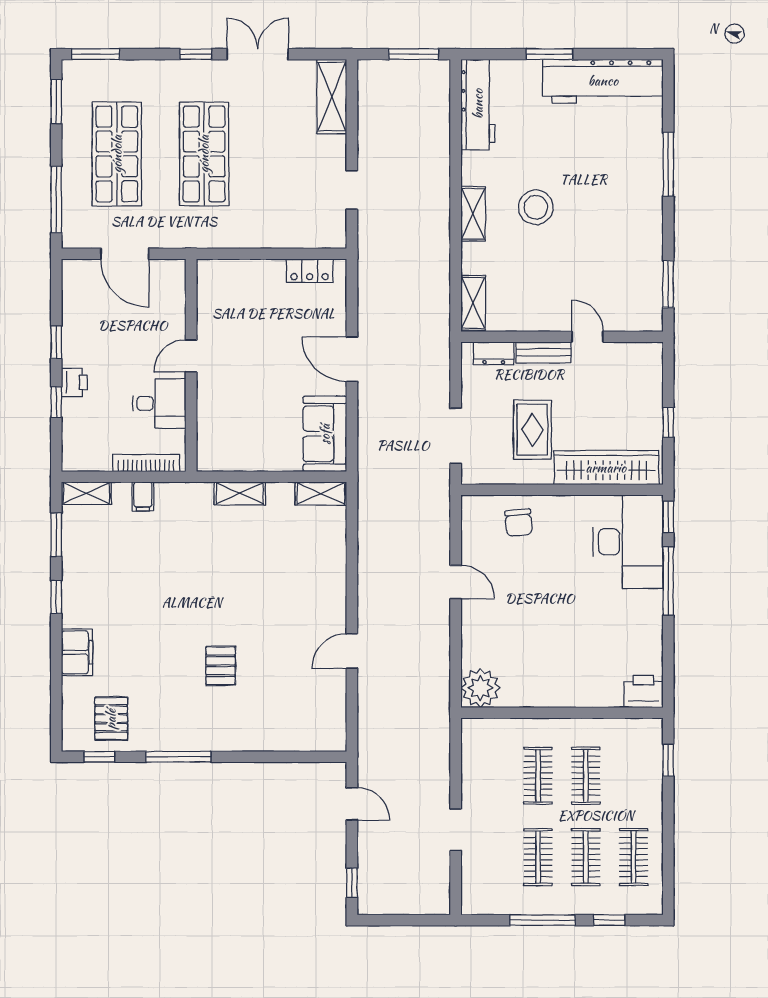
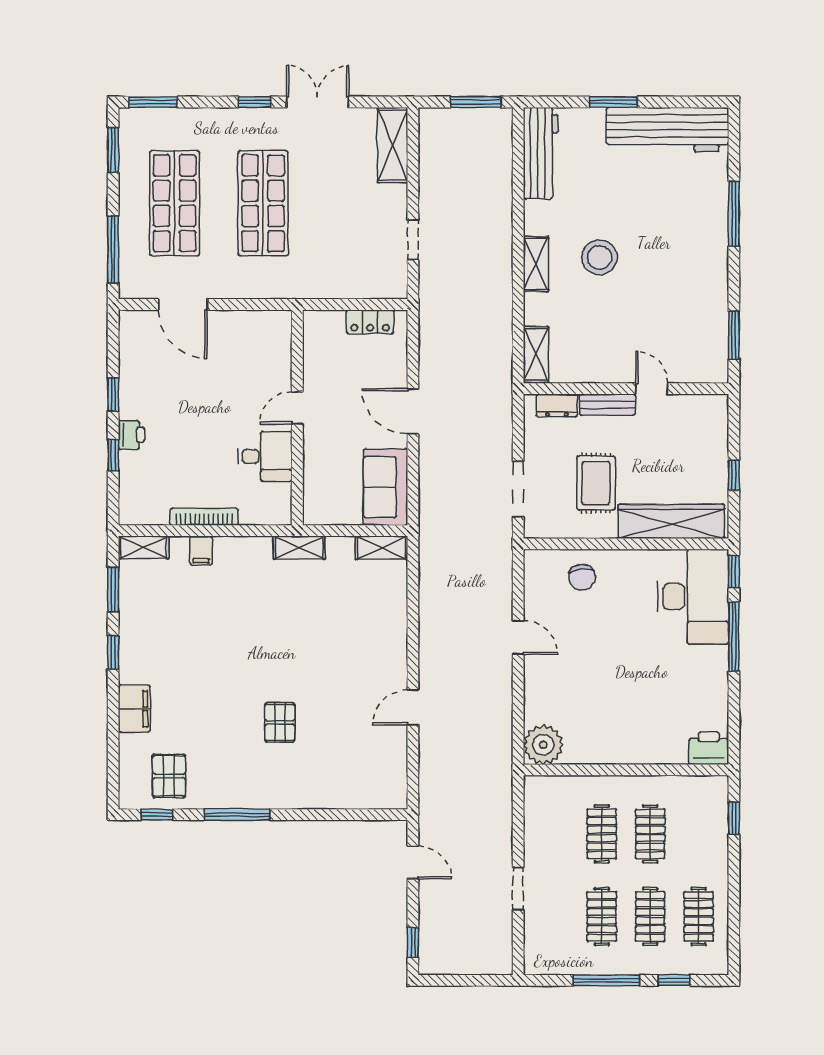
door: (191, 356) -> (297, 408), moved
wall: (191, 365) -> (297, 418), moved
desk: (159, 403) -> (265, 456), moved

